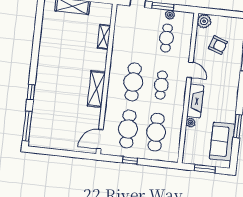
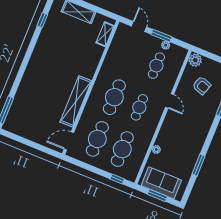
shelving: (104, 37) -> (105, 34), moved
shelving: (96, 89) -> (76, 101), width x1.47
window: (31, 92) -> (42, 20), moved
fireplace: (195, 101) -> (166, 131), removed
sofa: (222, 142) -> (161, 183), moved, turned 90
window: (130, 160) -> (117, 179), moved

